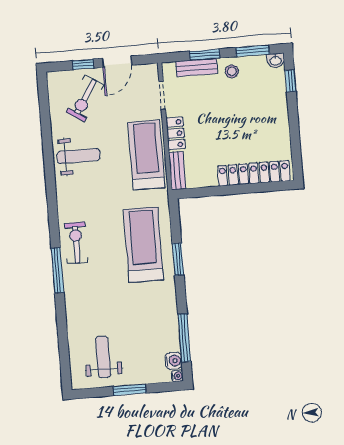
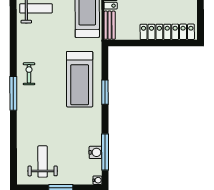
exercise bike: (76, 243) -> (29, 74), width x0.73, depth x0.72
treadmill: (143, 245) -> (80, 79), turned 180
water cooler: (174, 361) -> (95, 152), moved

